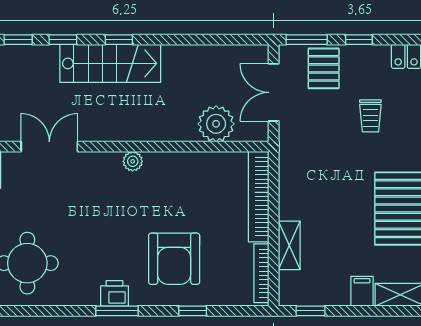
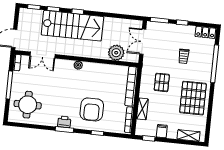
stairs: (110, 63) -> (72, 26), width x1.36, depth x1.51
pallet: (324, 68) -> (162, 82), moved
double door: (49, 147) -> (43, 55), swing flipped
filing cabinet: (362, 291) -> (162, 131), moved

